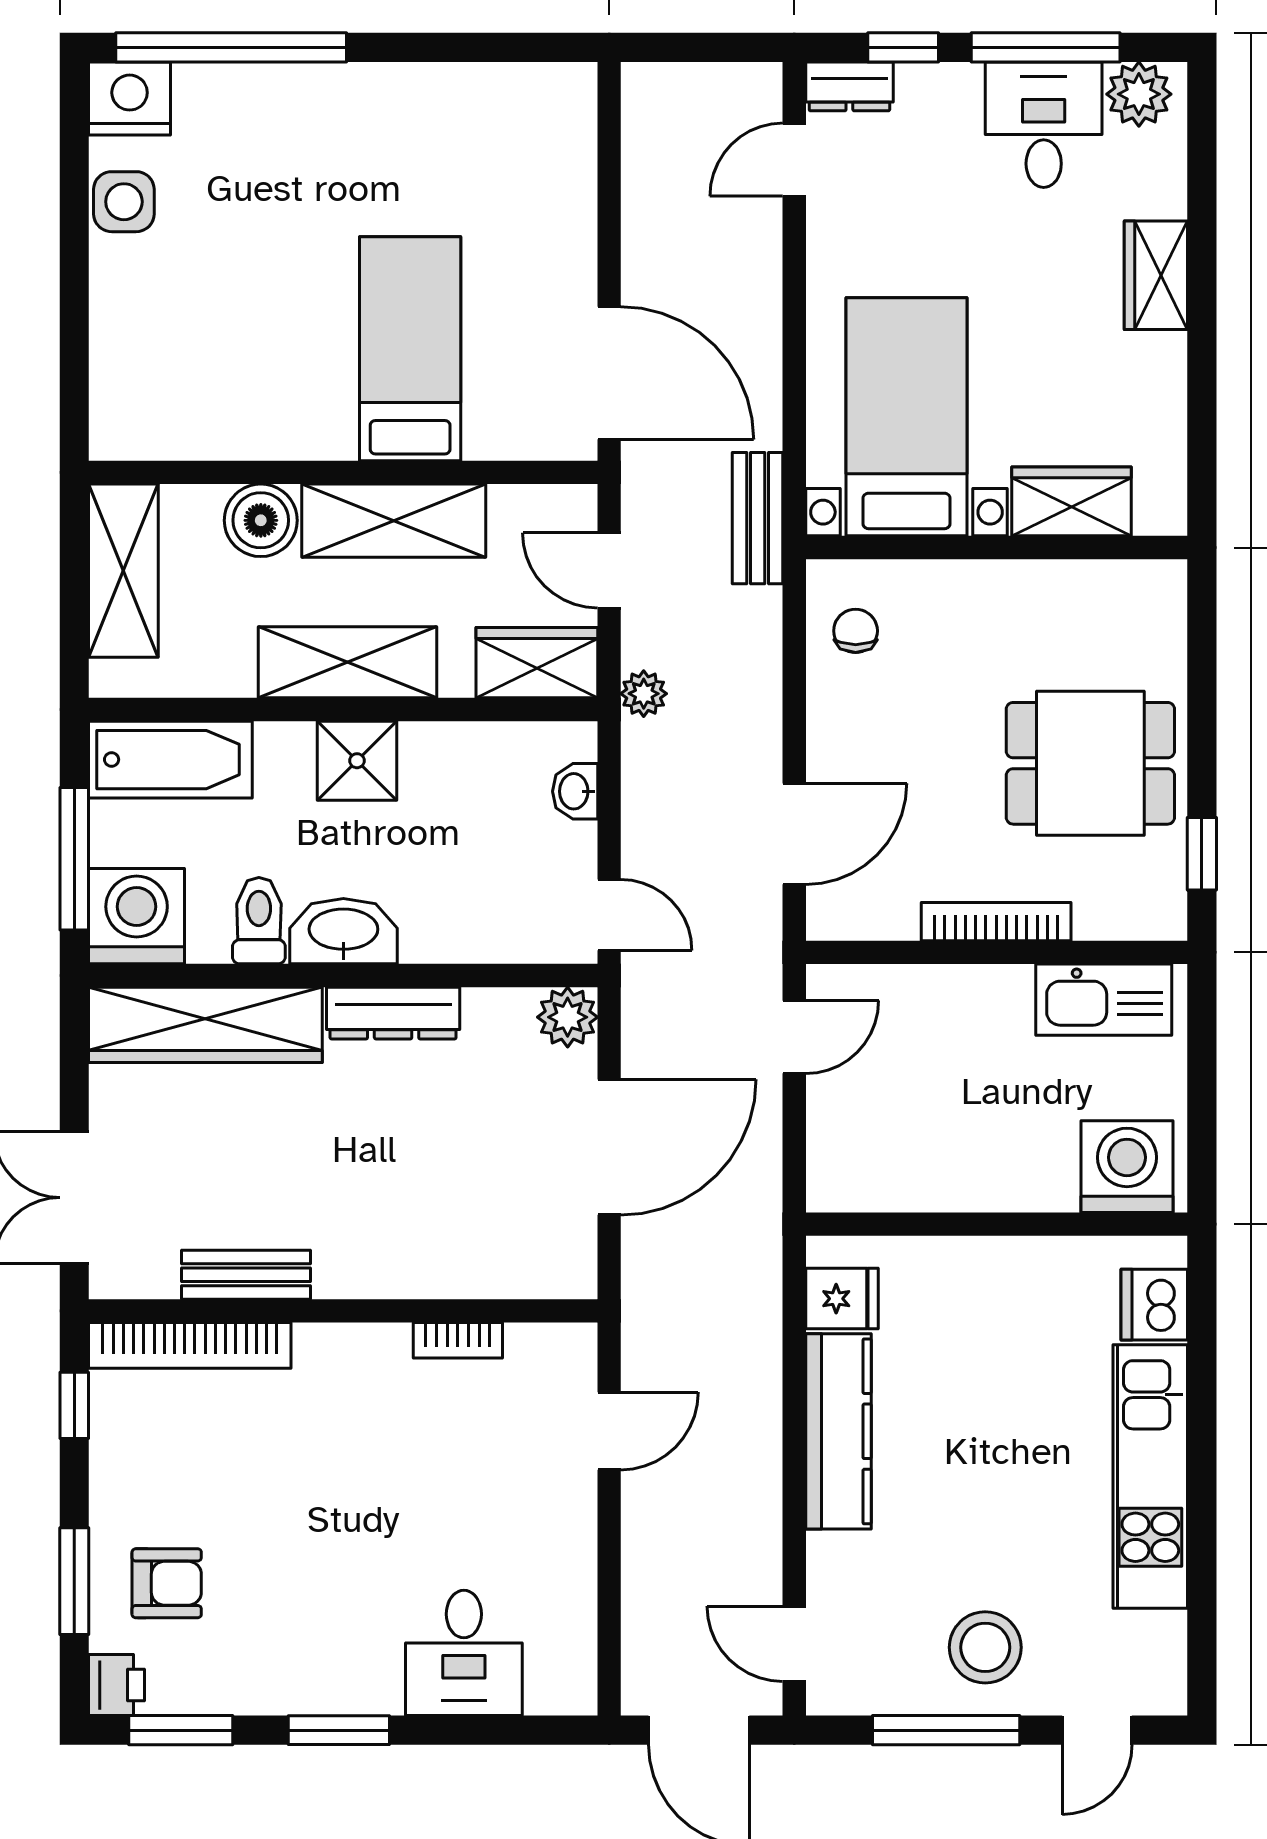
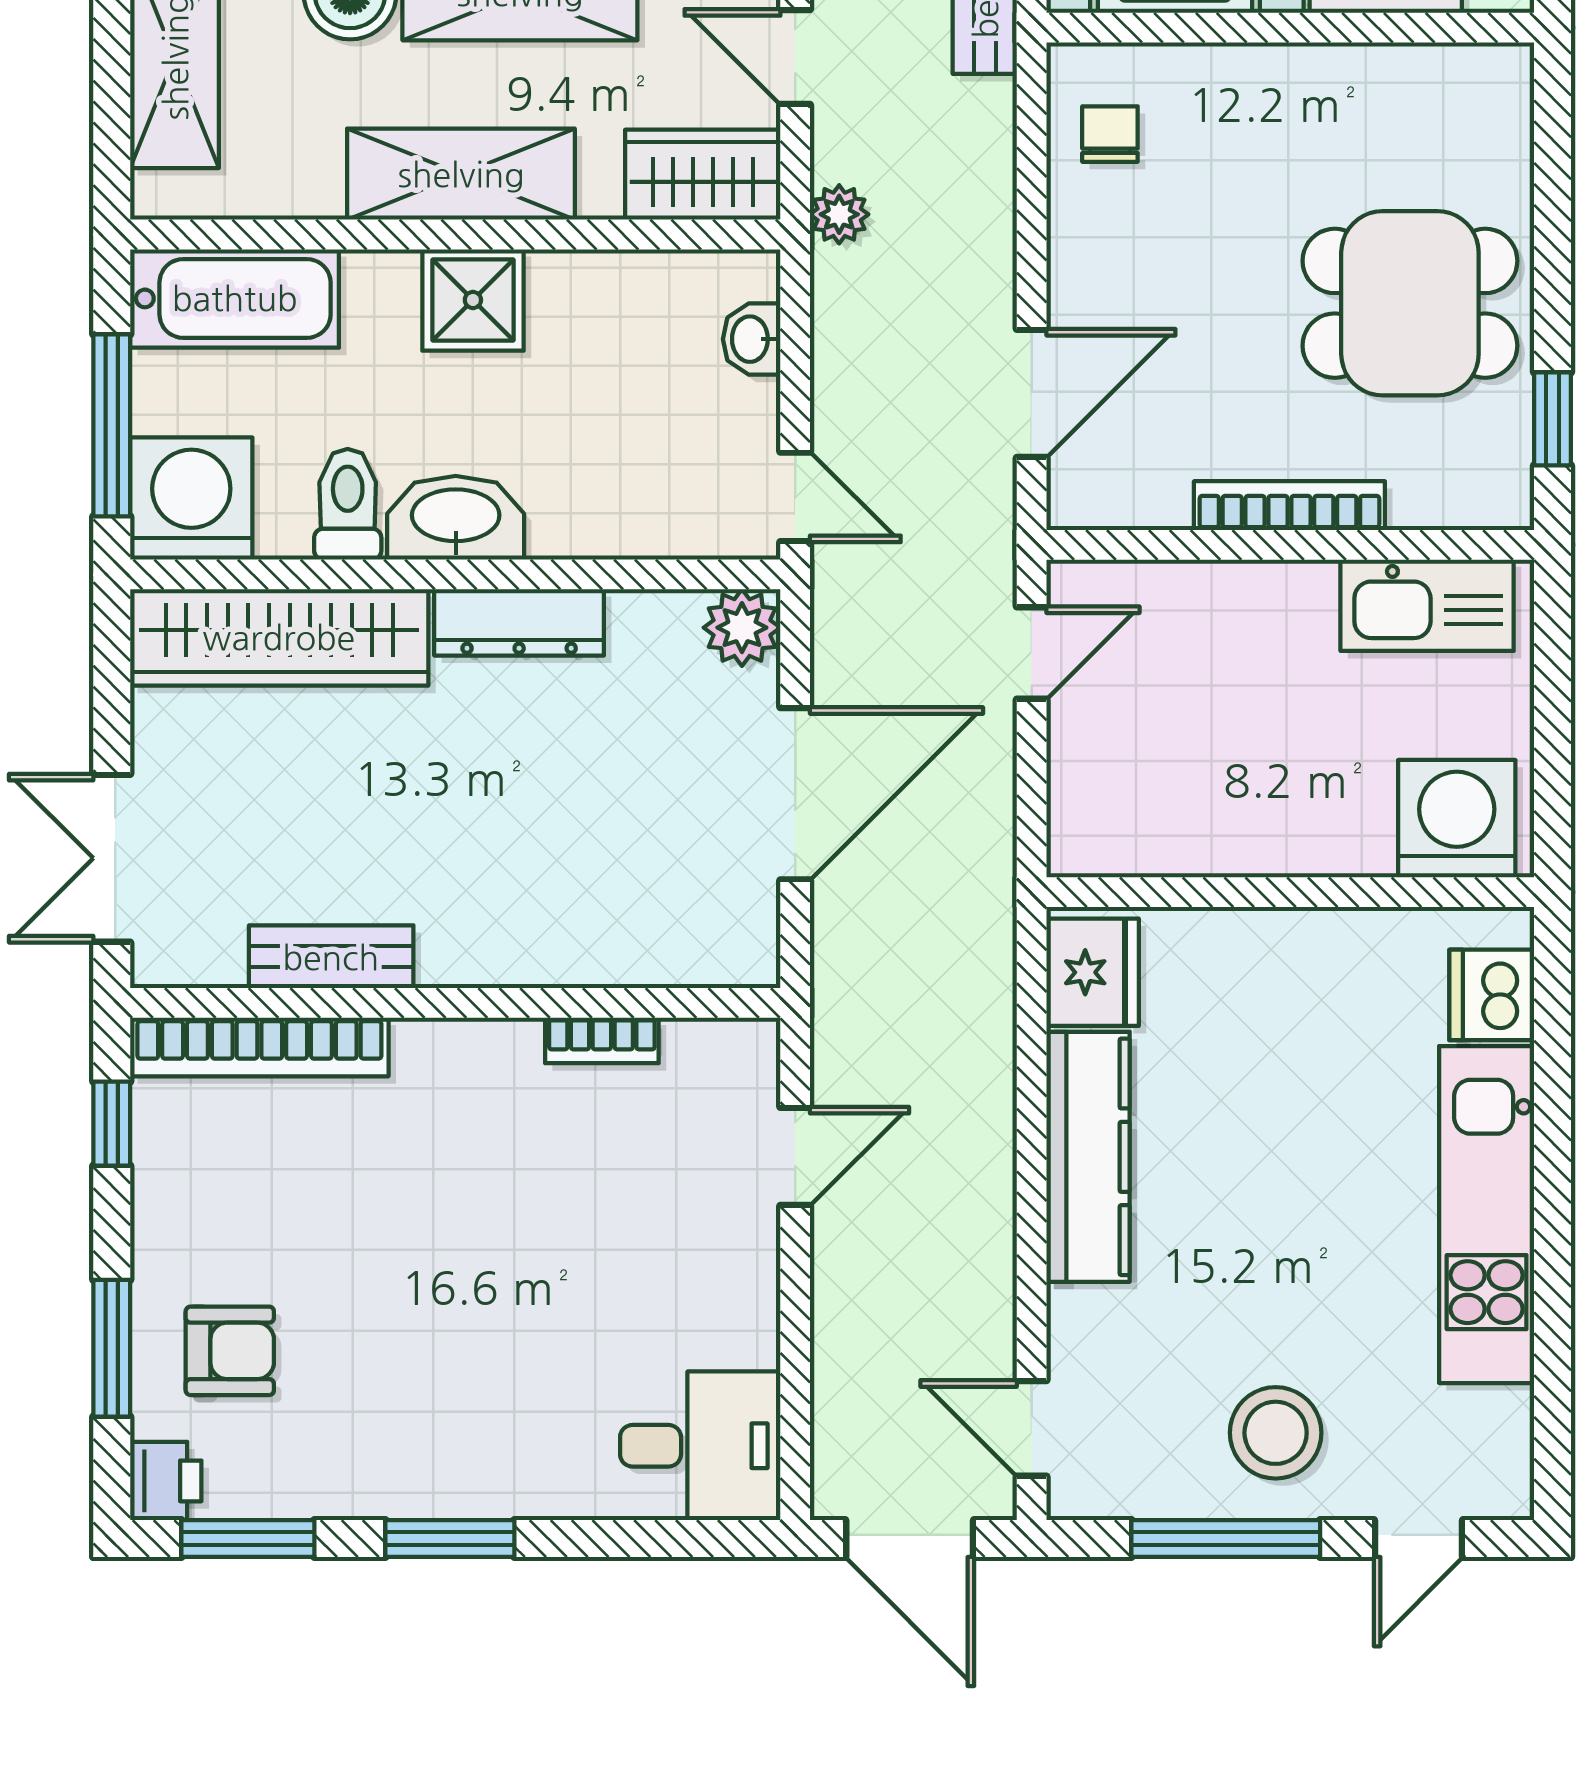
fridge: (842, 1299) -> (1093, 972), width x1.38
desk: (464, 1653) -> (700, 1446), moved, turned -90

